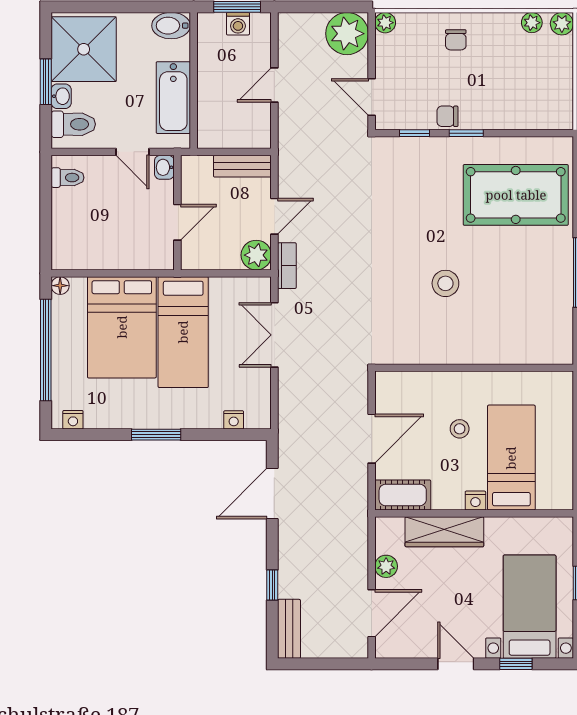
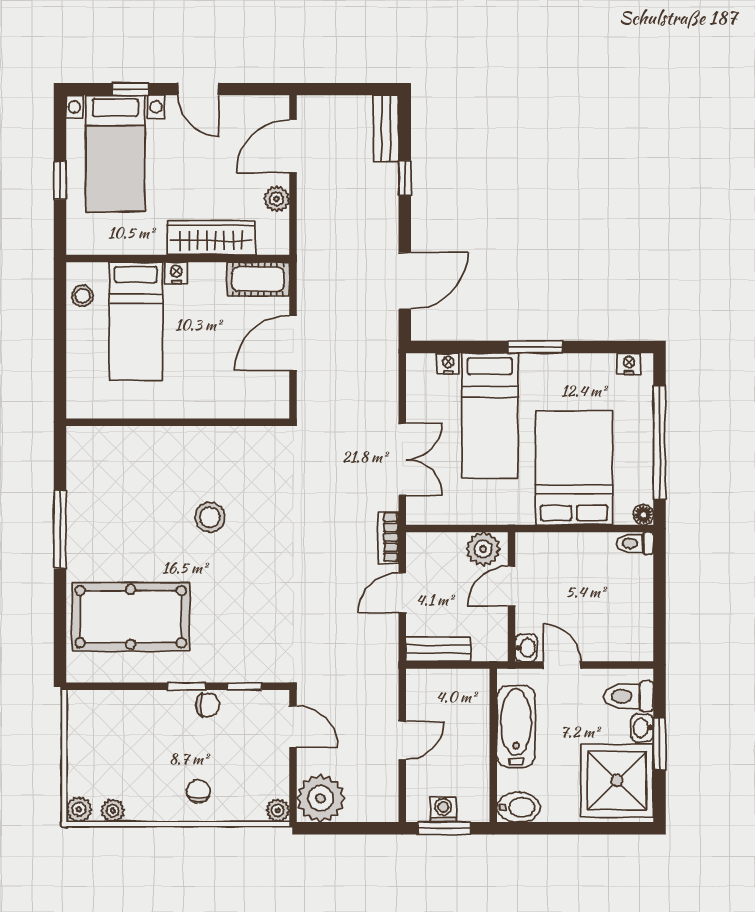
toilet: (67, 178) -> (635, 543), moved
plant: (256, 255) -> (483, 549), moved
bed: (183, 332) -> (490, 416), moved, turned 180
stool: (460, 429) -> (83, 296), moved

